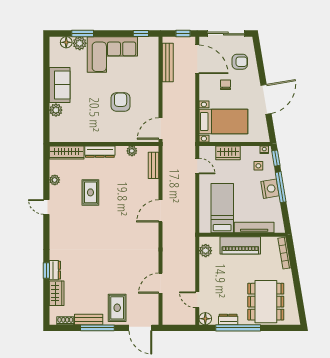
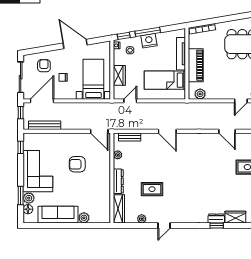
sofa: (60, 85) -> (58, 215), width x1.36

